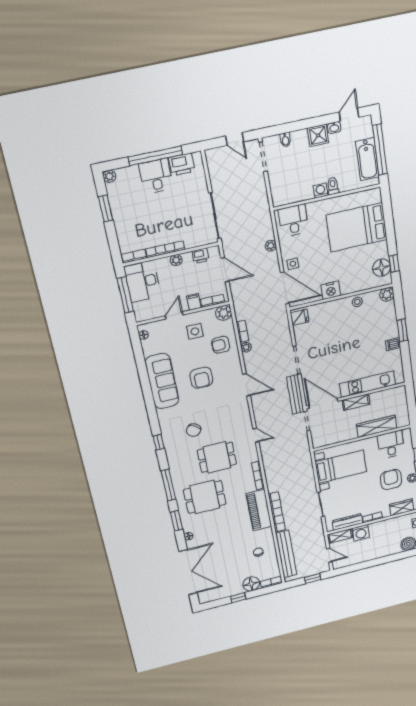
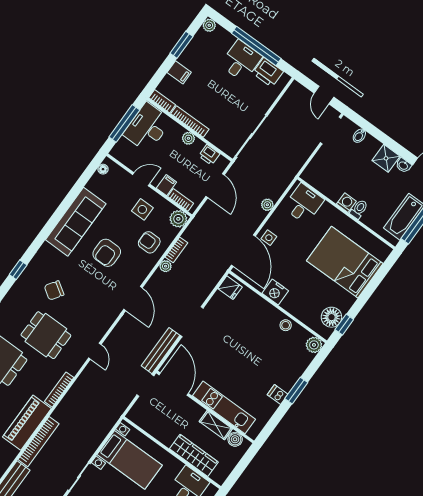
filing cabinet: (124, 227) -> (179, 72), added
boiler: (392, 393) -> (235, 439), added
shelving: (356, 402) -> (216, 425), moved

